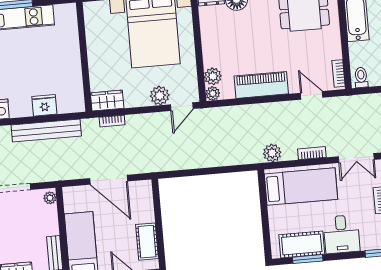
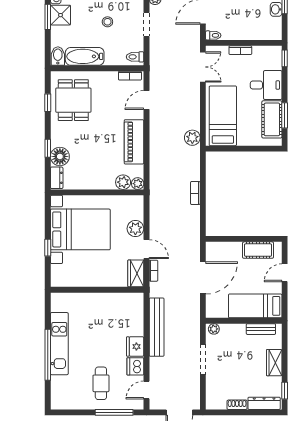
fridge: (44, 105) -> (135, 347), moved
door: (182, 107) -> (146, 249), moved
bookcase: (312, 153) -> (195, 193), moved

